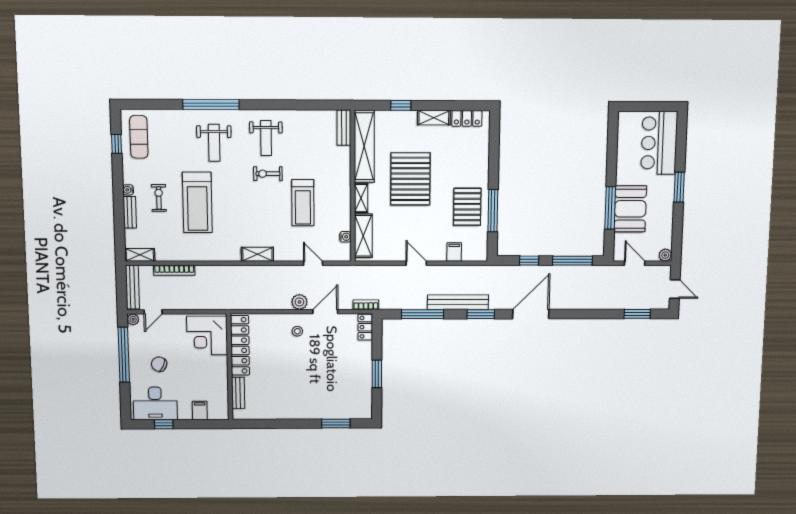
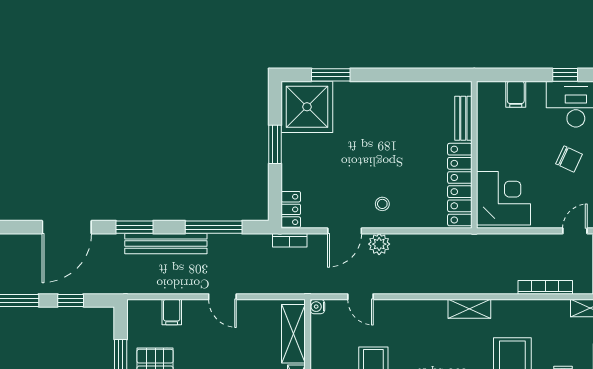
water cooler: (345, 237) -> (317, 307), moved
shelving: (257, 254) -> (469, 309), moved
shower: (353, 401) -> (307, 107), added

